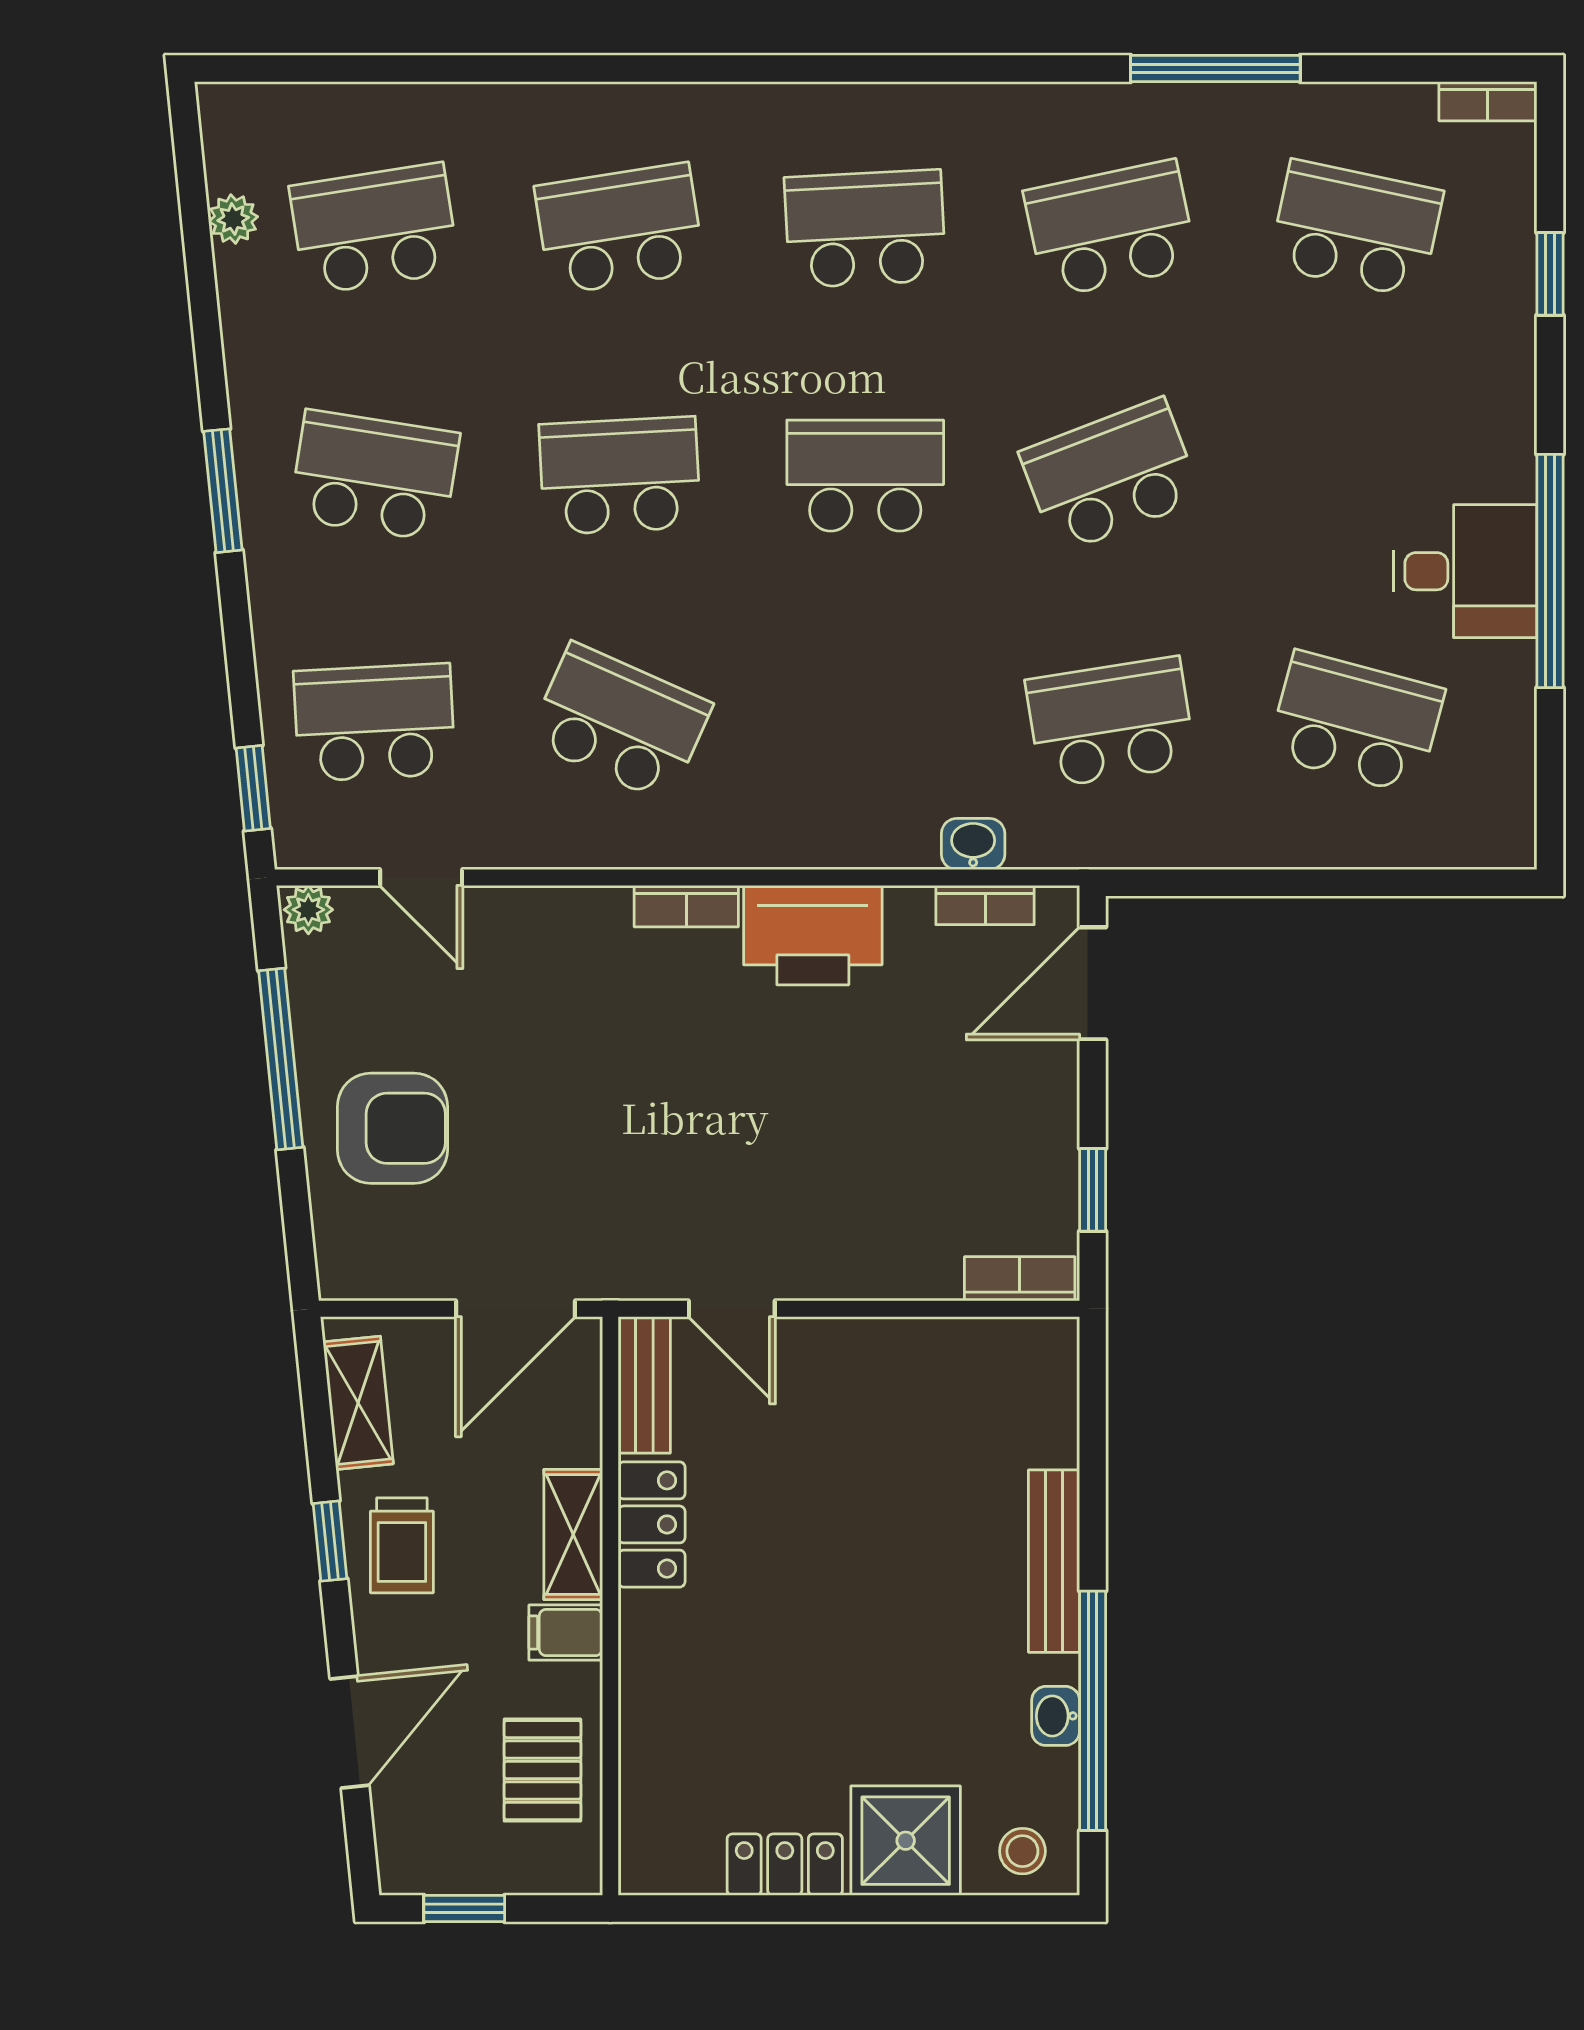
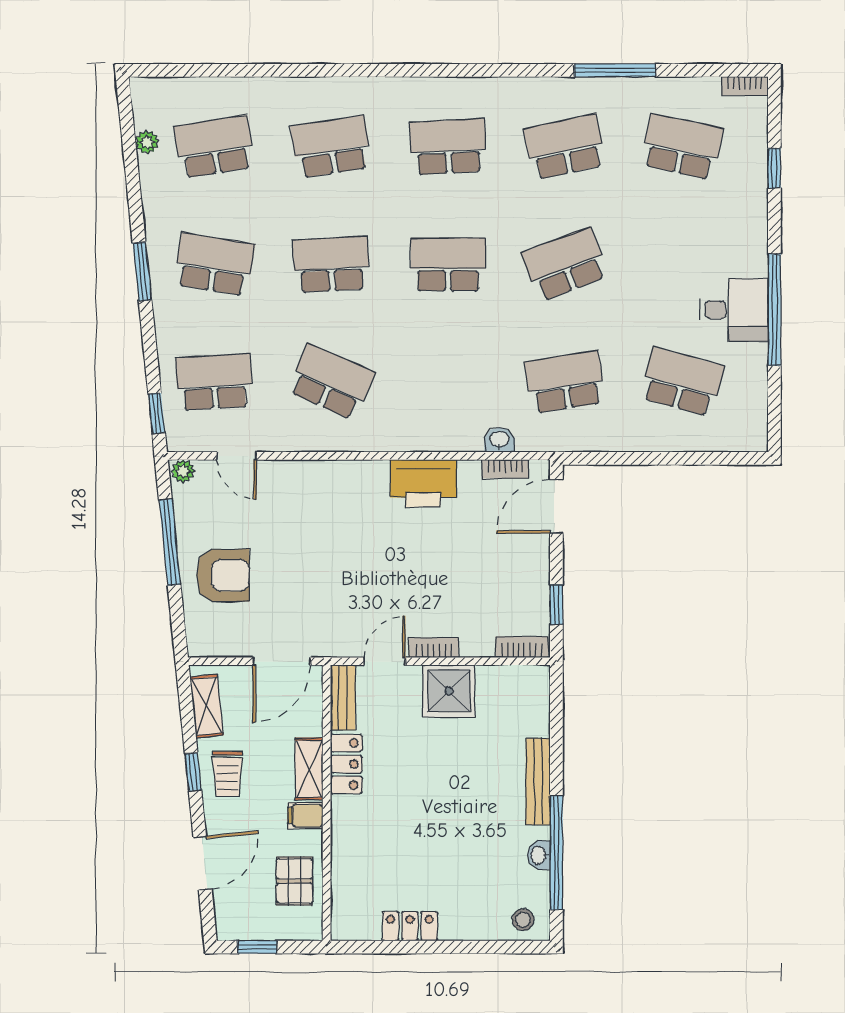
bookcase: (686, 906) -> (434, 648), moved, turned 180
door: (732, 1309) -> (385, 661), swing flipped
shower: (906, 1841) -> (449, 691), moved

